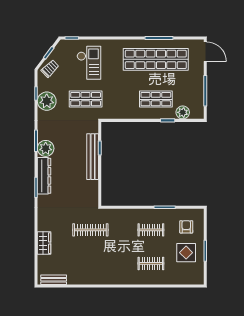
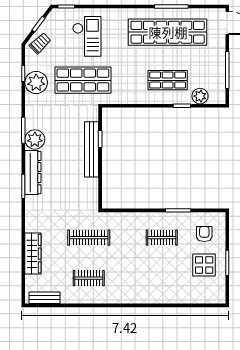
shop shelf: (86, 99) -> (83, 80), width x1.43, depth x1.36
wardrobe: (44, 243) -> (33, 254), width x1.50
clothes rail: (151, 263) -> (89, 278), moved

